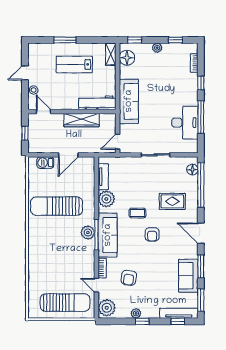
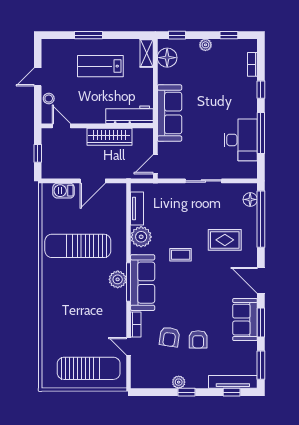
armchair: (152, 234) -> (198, 339), moved
sofa: (188, 276) -> (245, 320), moved
plant: (107, 308) -> (142, 375), removed

